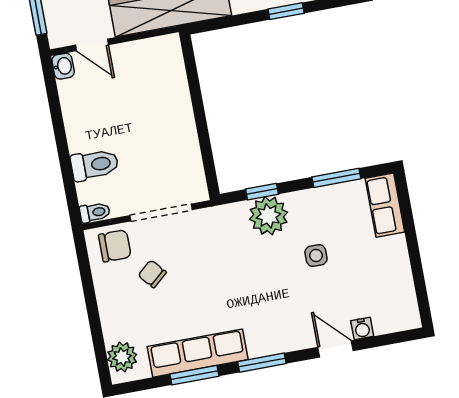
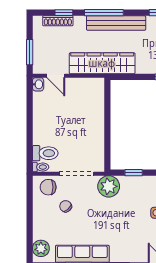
toilet: (95, 165) -> (45, 153), moved
plant: (268, 216) -> (109, 186), moved
chair: (115, 246) -> (48, 187), turned 180

